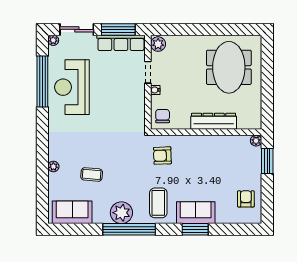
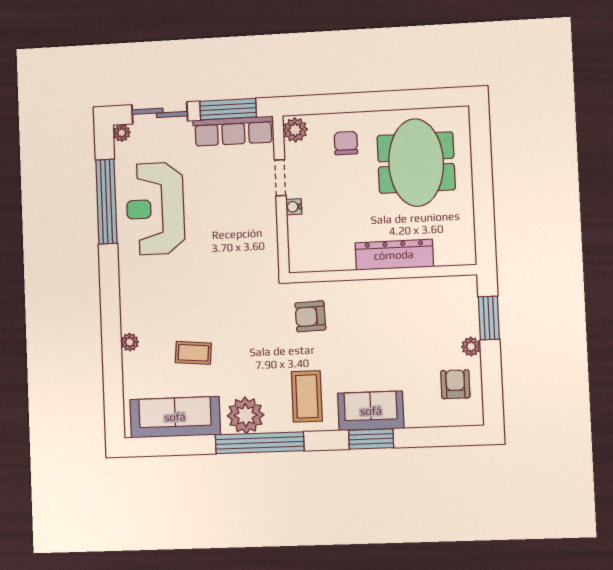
chair: (163, 116) -> (346, 143), moved
plant: (256, 141) -> (471, 347), moved
sofa: (72, 212) -> (175, 417), width x1.36

